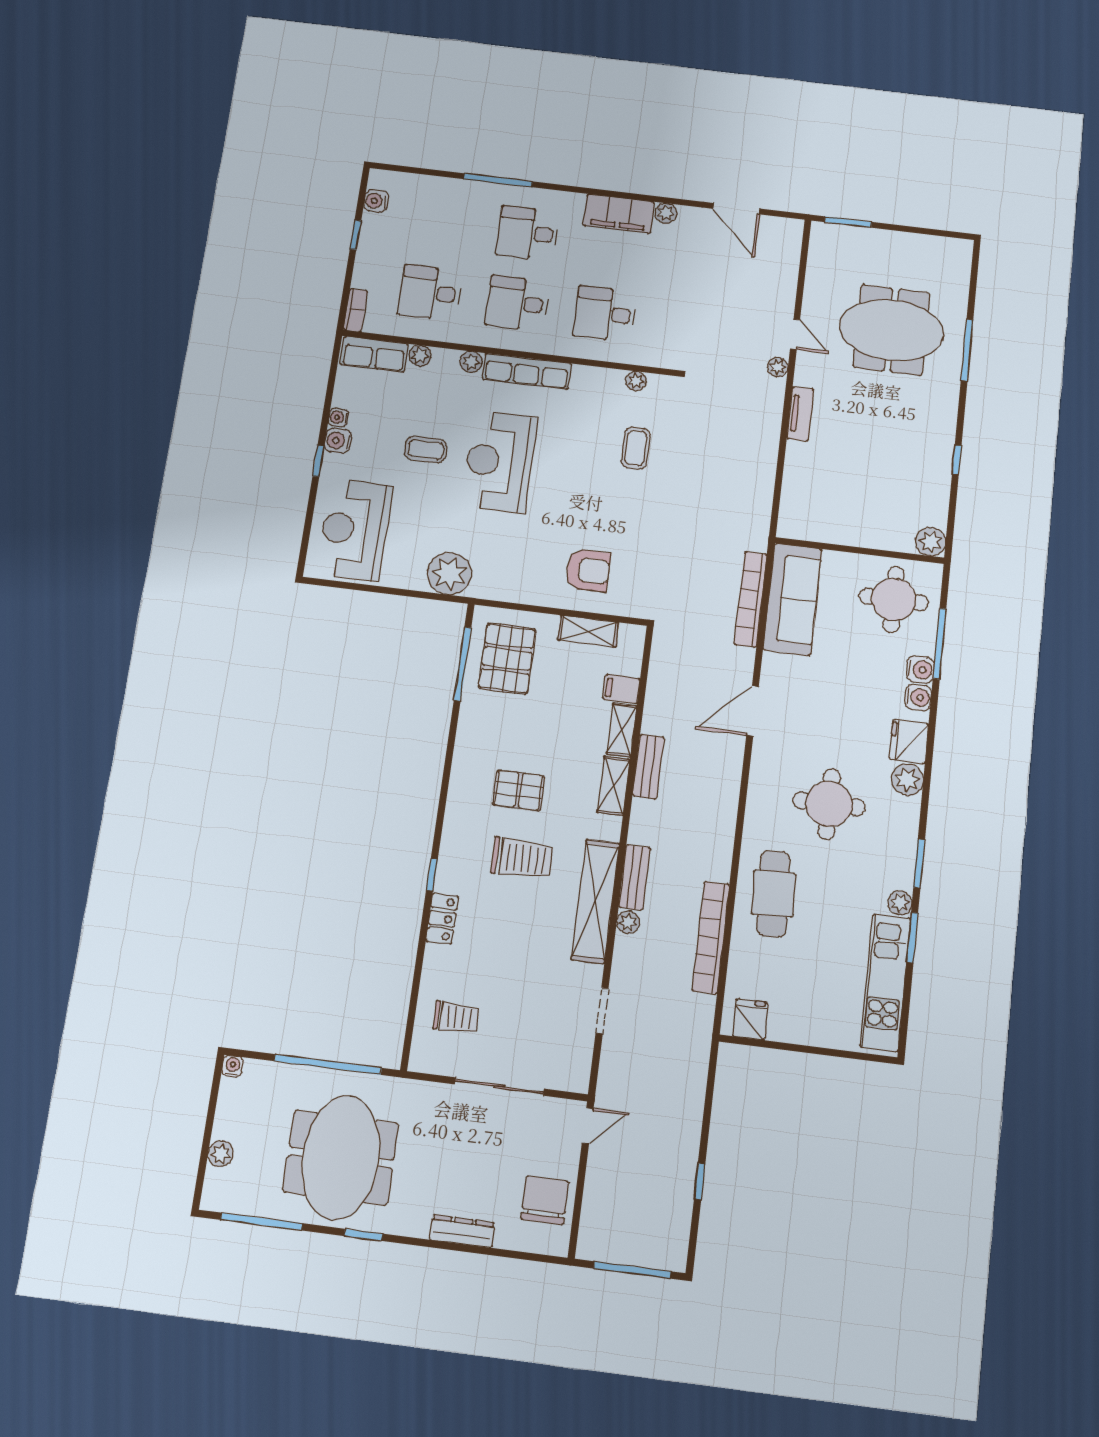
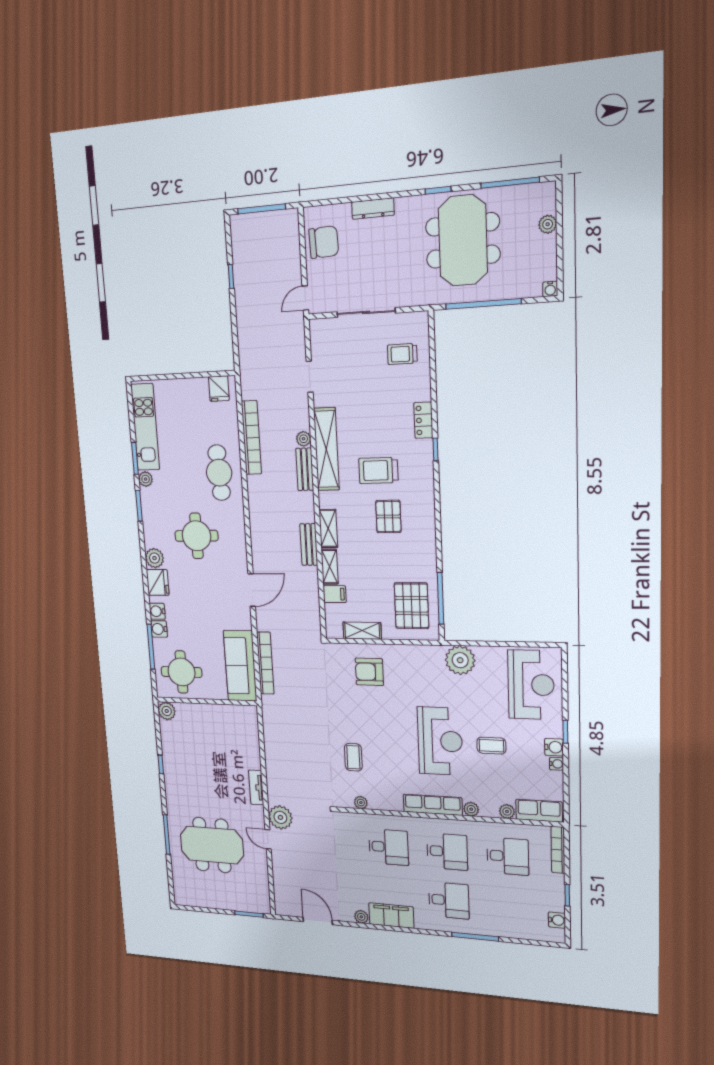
bookcase: (355, 310) -> (558, 850), width x1.56
plant: (778, 367) -> (280, 817), width x1.87, depth x1.87
pallet: (519, 790) -> (388, 517), turned 90
chair: (545, 1200) -> (324, 242), turned -92

